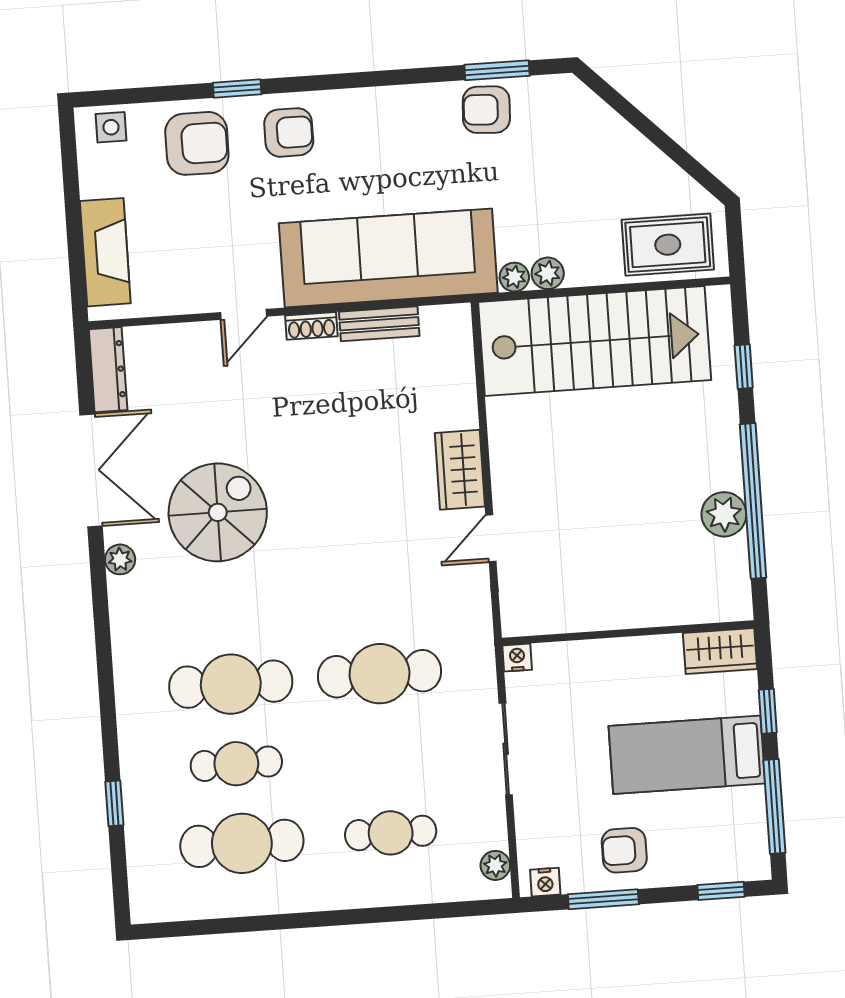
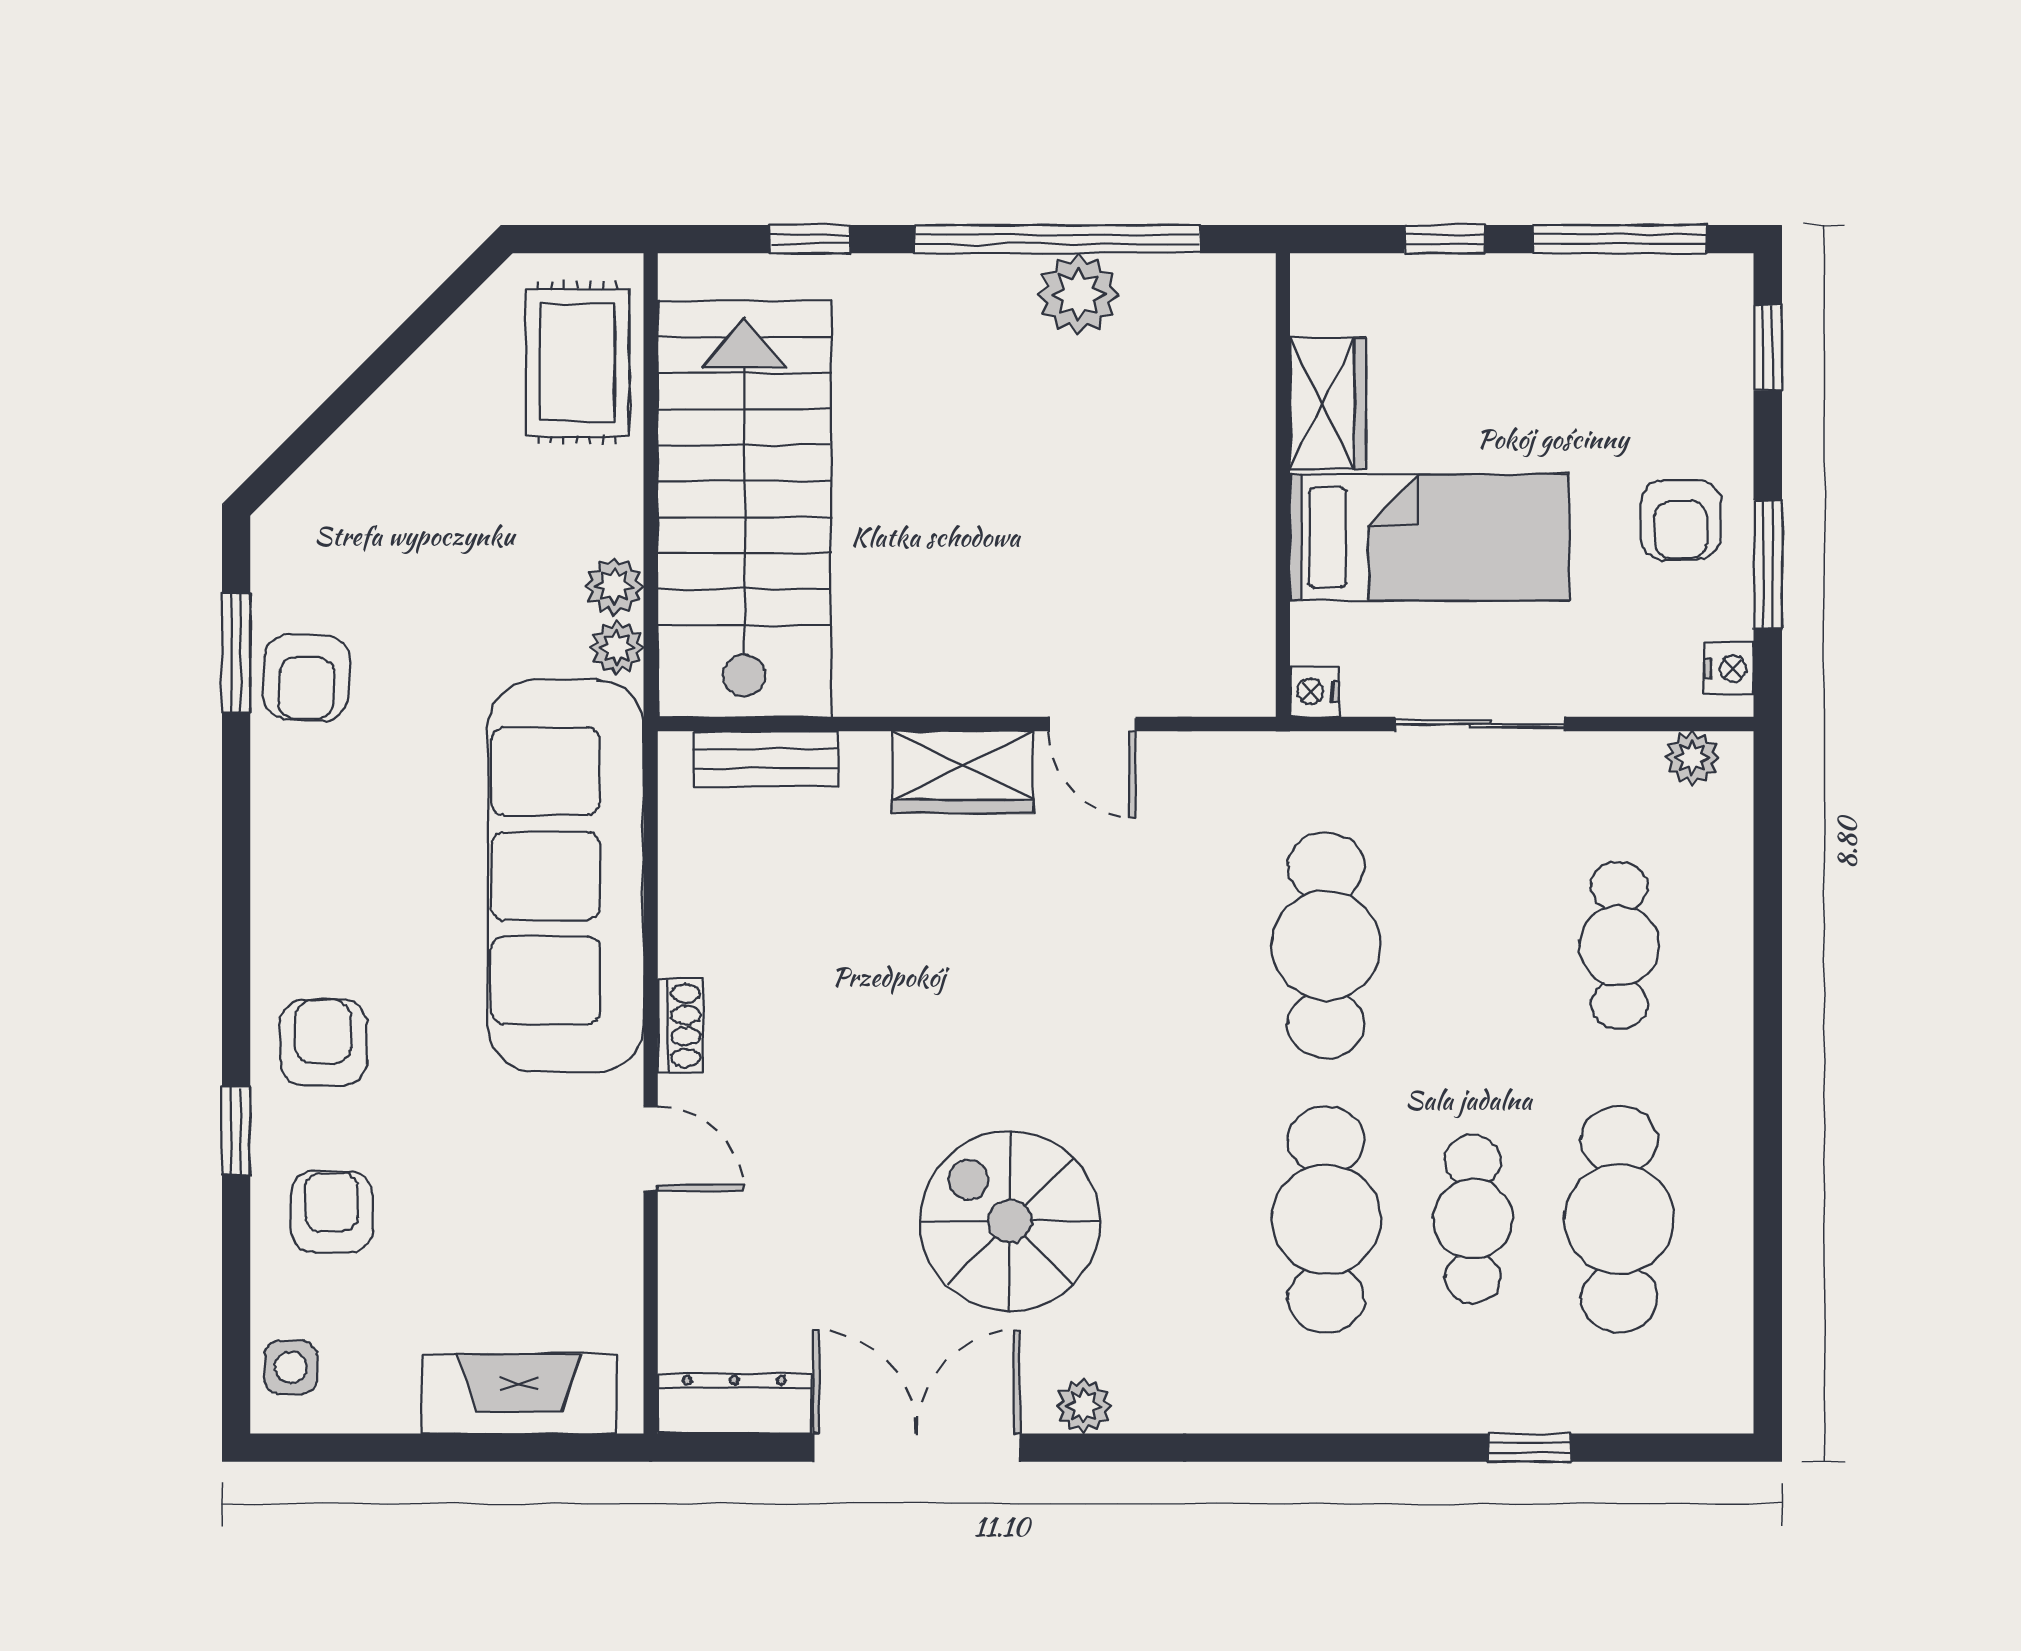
armchair: (197, 143) -> (332, 1212), width x0.72, depth x0.72
bench: (379, 324) -> (766, 759), moved, turned 90
wardrobe: (720, 651) -> (1328, 403), moved
bed: (687, 755) -> (1430, 537), moved, turned -90

